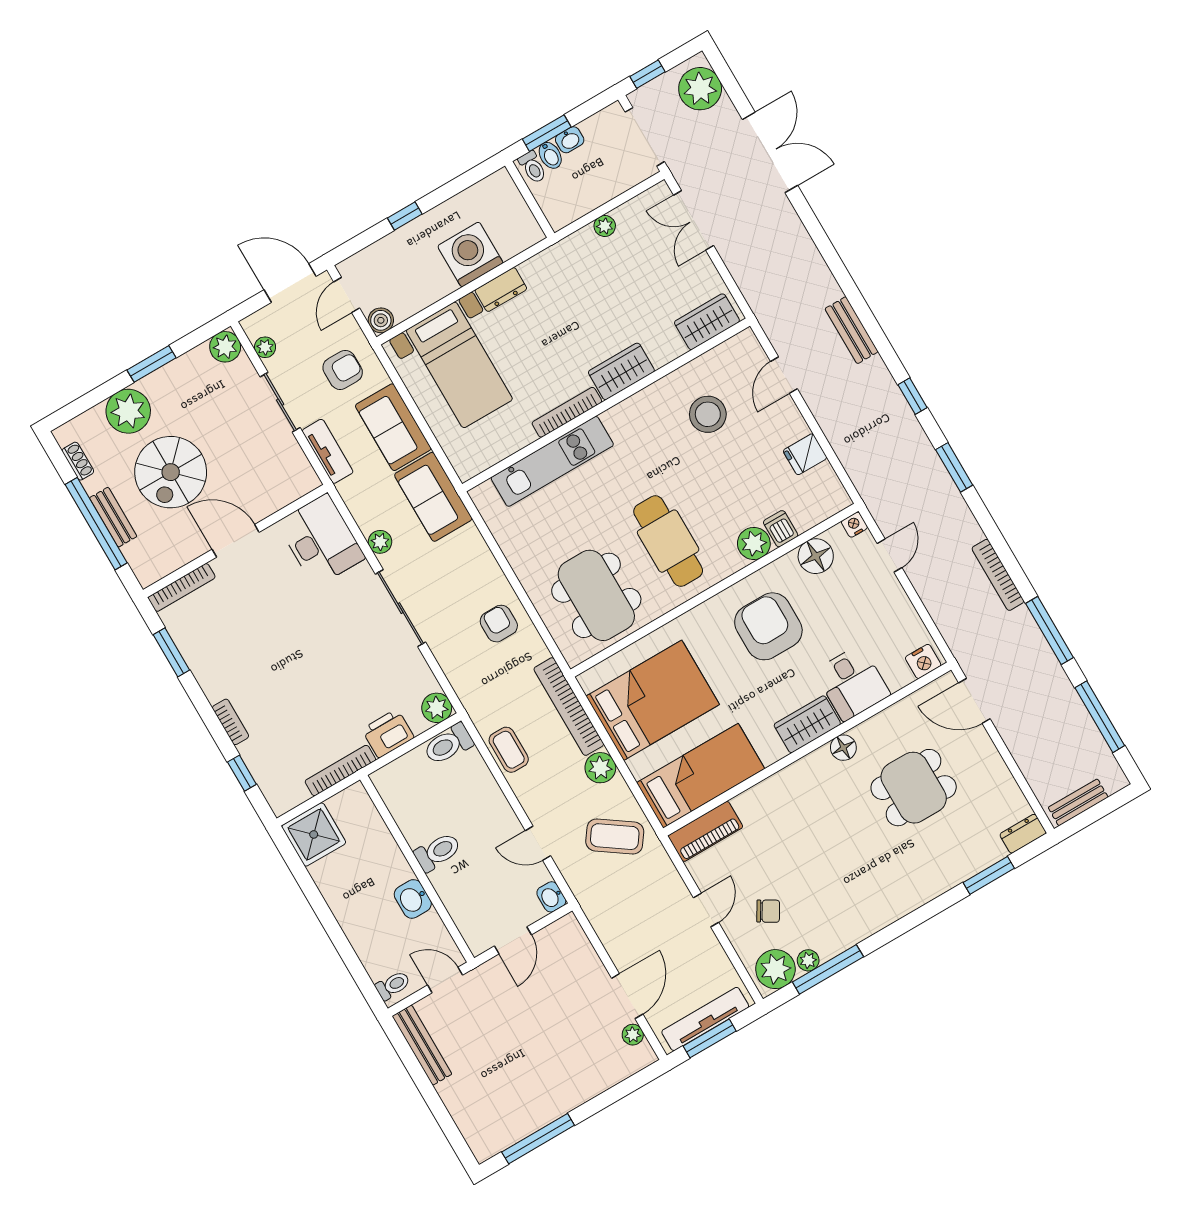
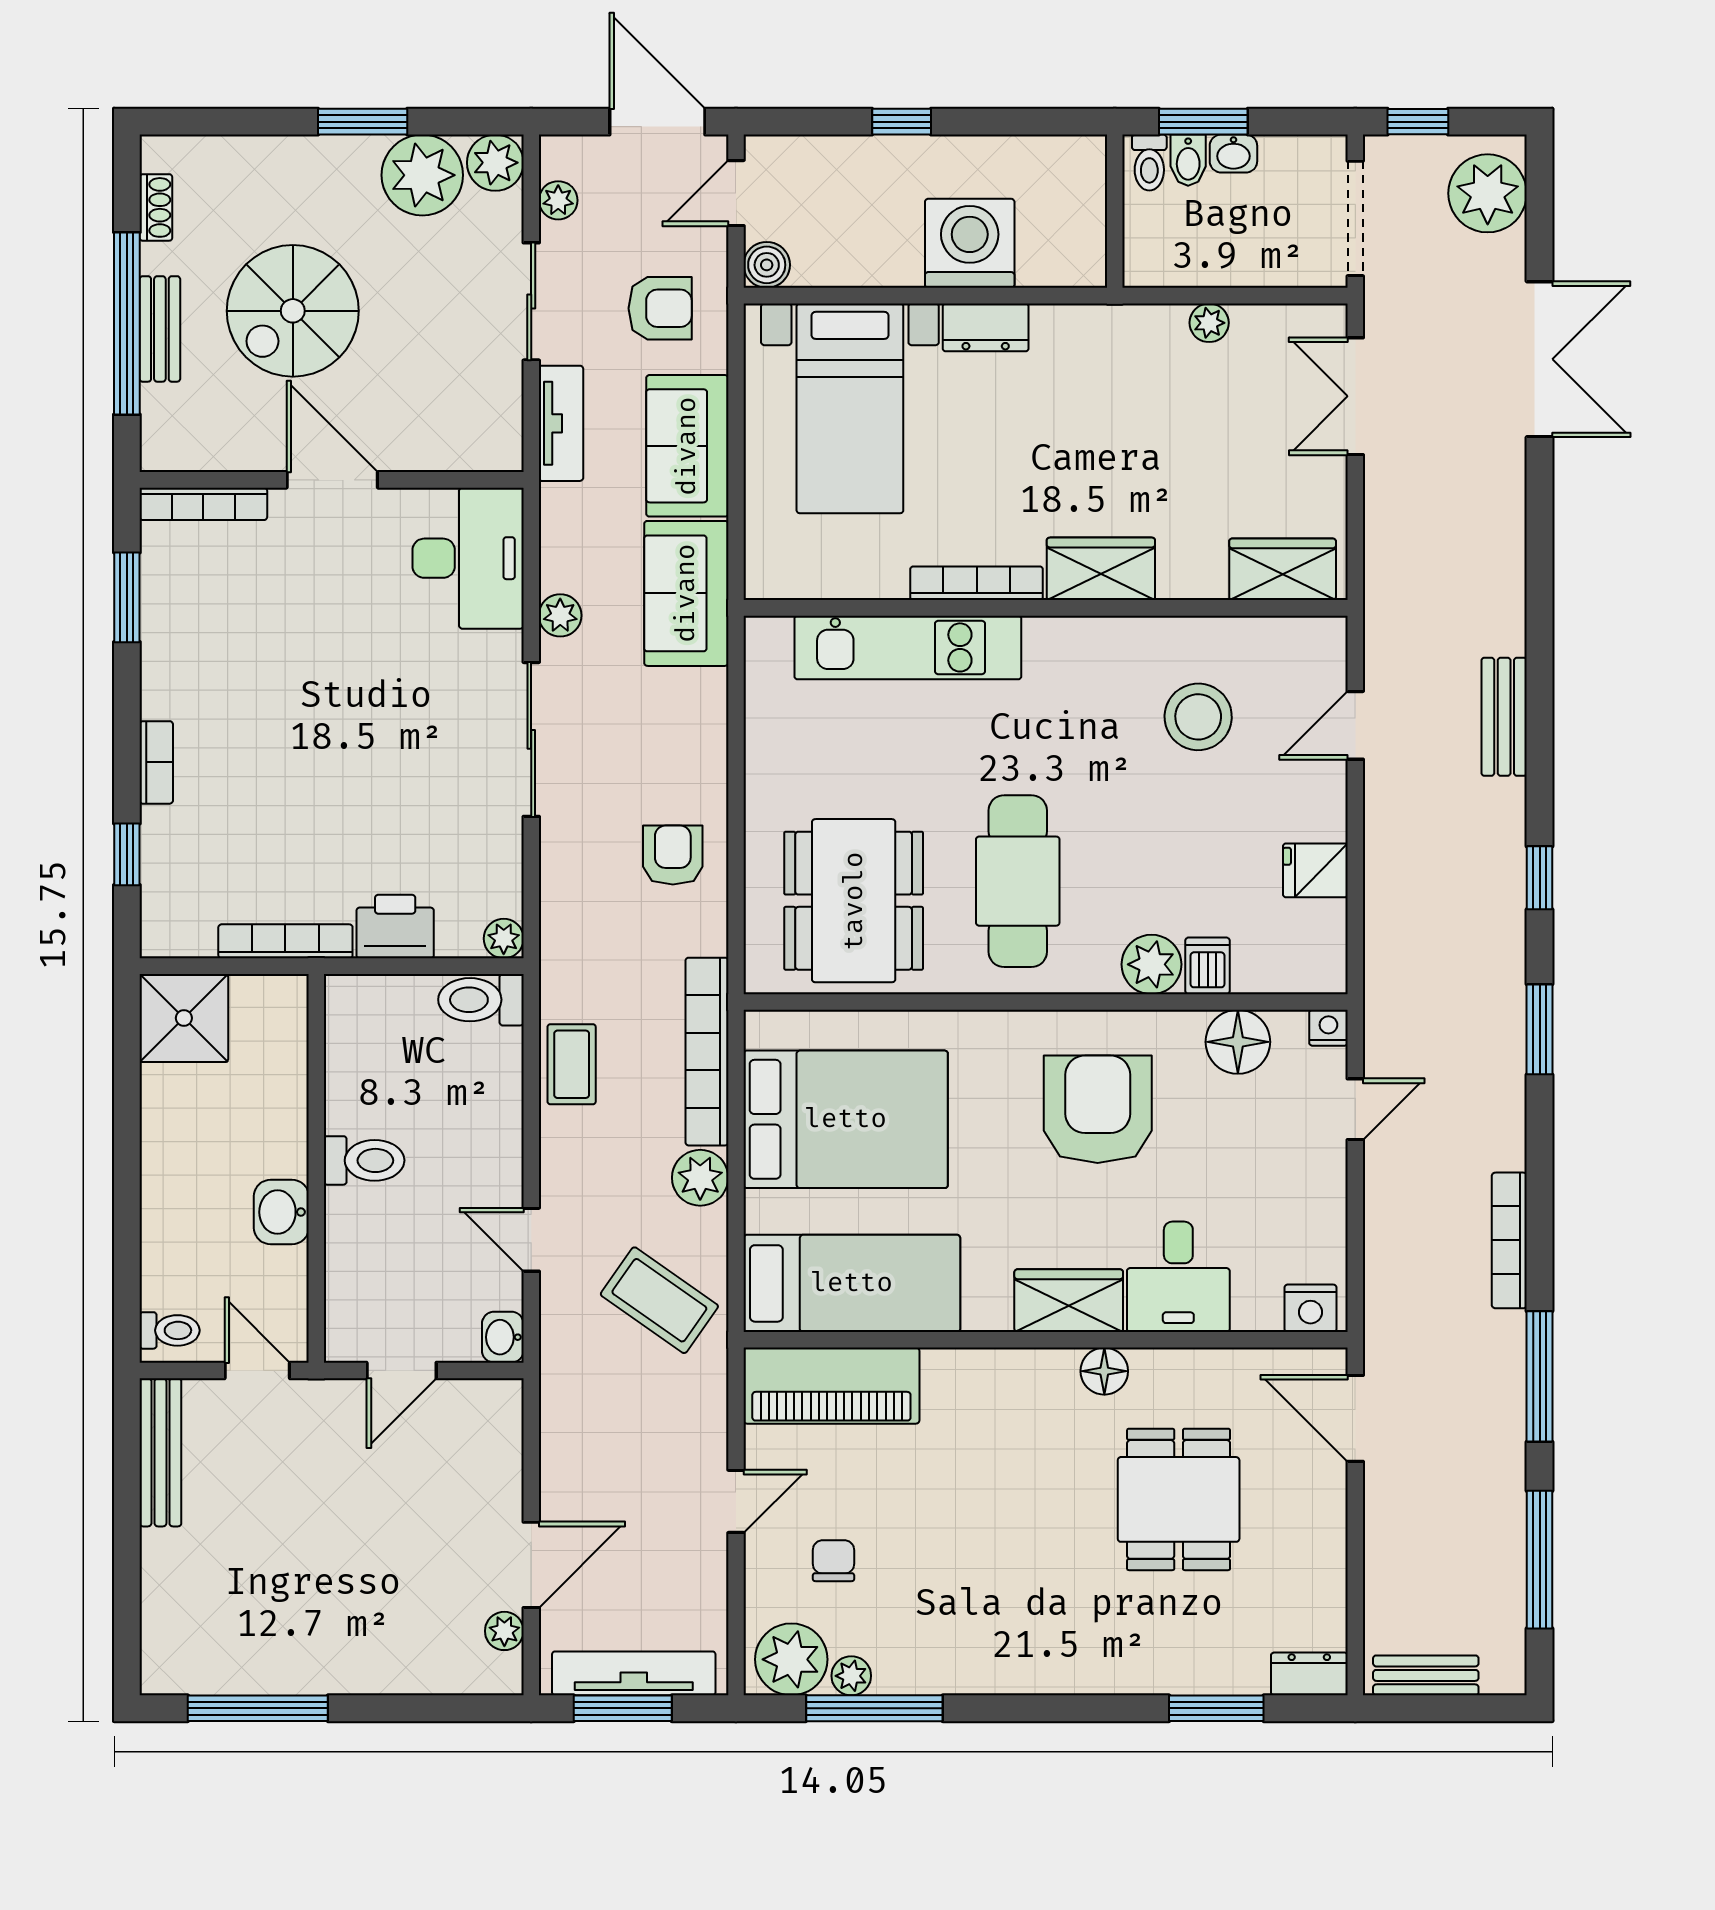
plant: (128, 411) -> (422, 175), moved
plant: (437, 708) -> (504, 939), width x0.73, depth x0.73
dining table: (914, 788) -> (1179, 1499), turned 90
piano: (705, 831) -> (831, 1386), width x1.37, depth x1.33
chair: (768, 911) -> (833, 1561), turned -121

